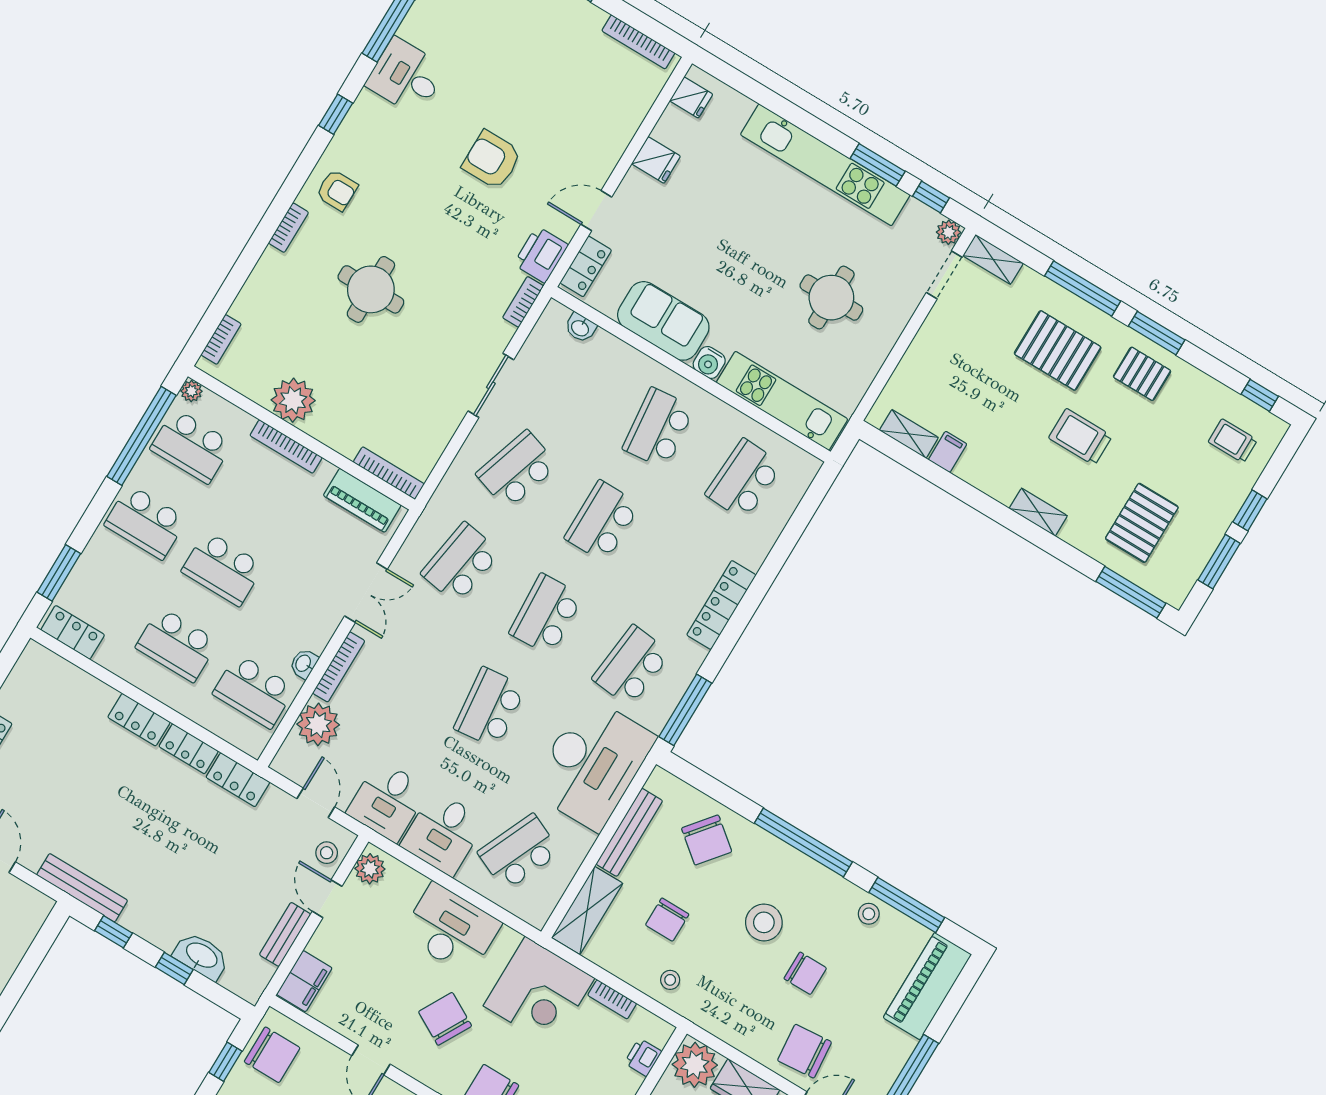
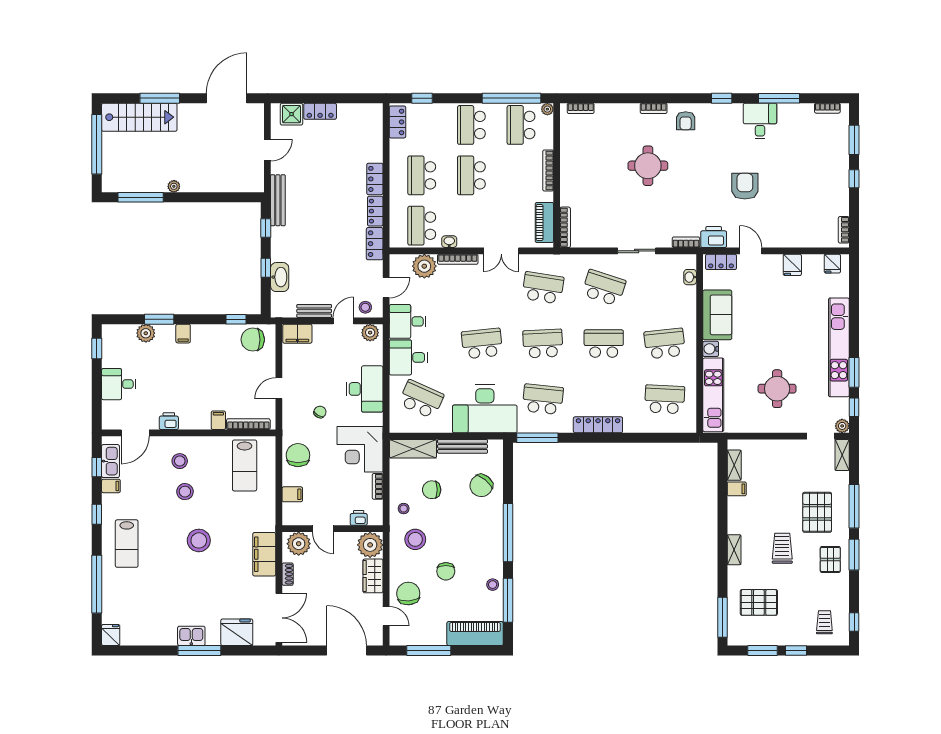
bookcase: (638, 42) -> (844, 230), width x0.64
plant: (293, 400) -> (572, 160), removed
window: (59, 573) -> (422, 98), width x0.67
stool: (764, 922) -> (415, 539), moved
chair: (445, 1019) -> (320, 412), width x0.54, depth x0.54
chair: (272, 1055) -> (253, 340), turned 90

